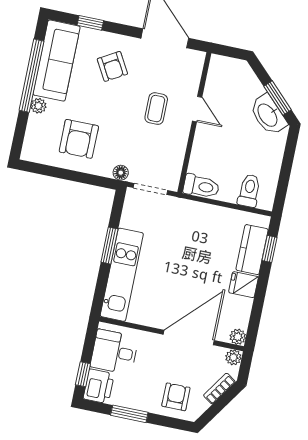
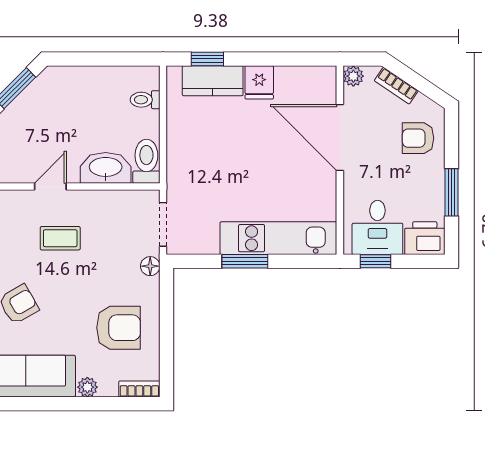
window: (31, 76) -> (51, 404), removed
washbasin: (268, 115) -> (106, 168), moved, turned -135
bookcase: (29, 145) -> (139, 389), added
toilet: (249, 191) -> (145, 100), width x0.73, depth x0.72
plant: (238, 337) -> (326, 76), removed
window: (83, 374) -> (375, 261), moved

